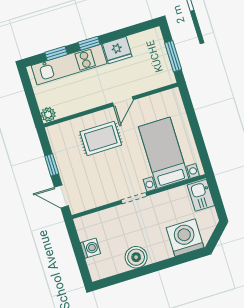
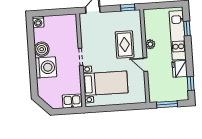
window: (89, 43) -> (191, 83), moved
plant: (48, 115) -> (150, 44), moved
window: (52, 165) -> (128, 8), moved
washing machine: (185, 238) -> (46, 67), moved
washing machine: (90, 248) -> (38, 22), moved

